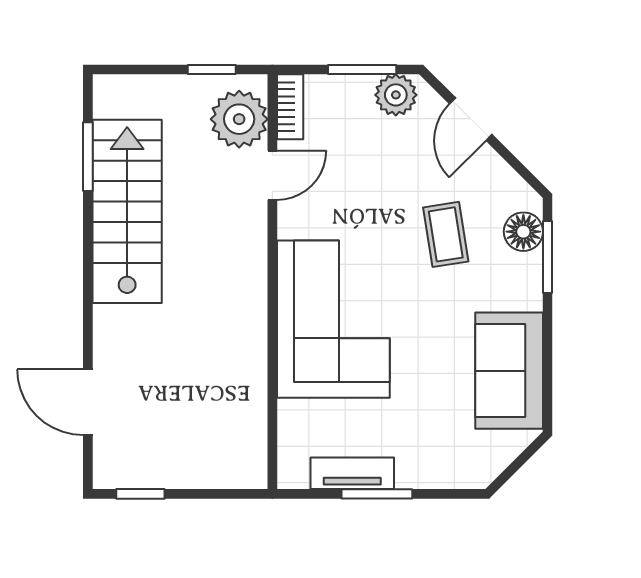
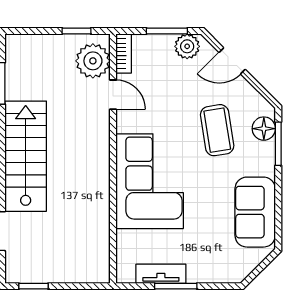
door: (471, 119) -> (232, 61), hinge flipped
door: (272, 175) -> (113, 95), hinge flipped
stairs: (127, 211) -> (26, 156), moved
coffee table: (446, 234) -> (217, 130), width x1.36, depth x1.30

